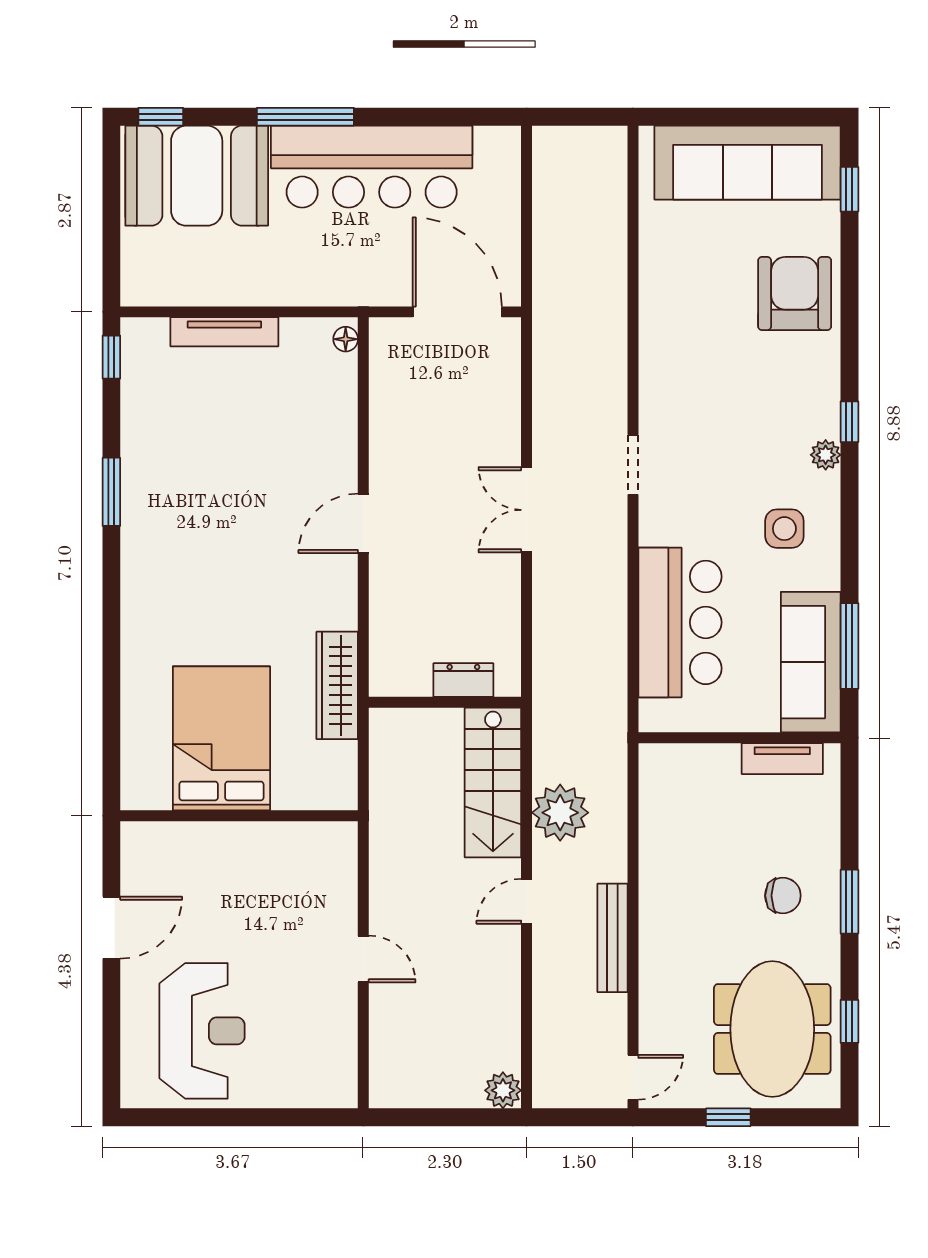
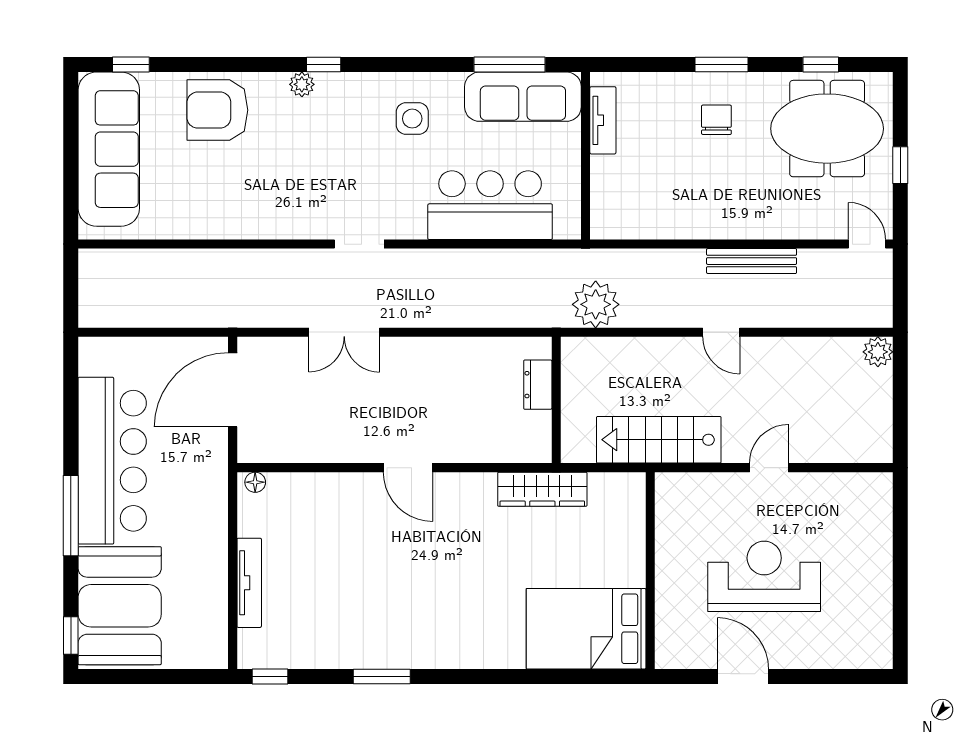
plant: (826, 455) -> (302, 84), moved
double door: (527, 510) -> (344, 332), moved
bed: (221, 738) -> (586, 629), moved
stairs: (493, 782) -> (659, 440), moved, turned 180
plant: (560, 813) -> (596, 304), moved
reception desk: (202, 1031) -> (764, 576), moved

